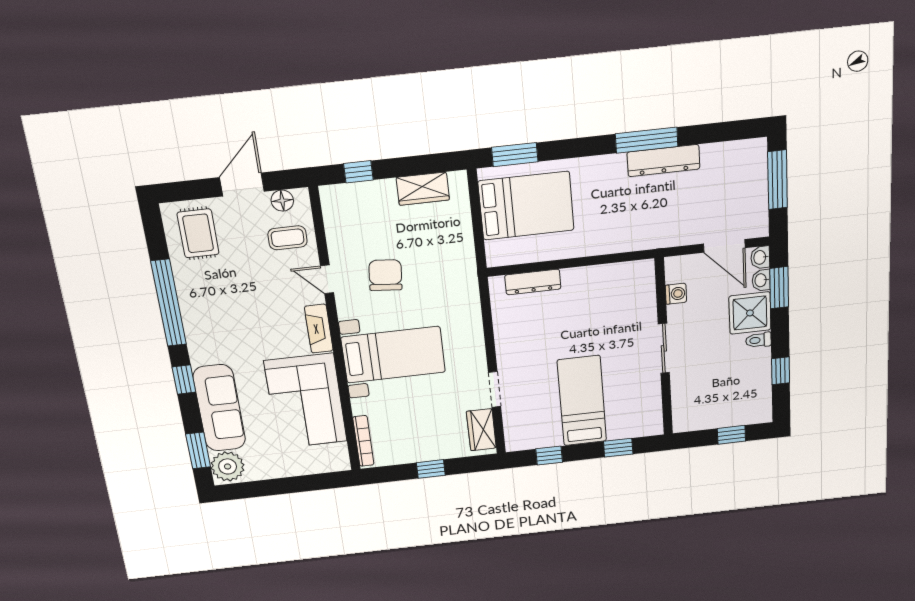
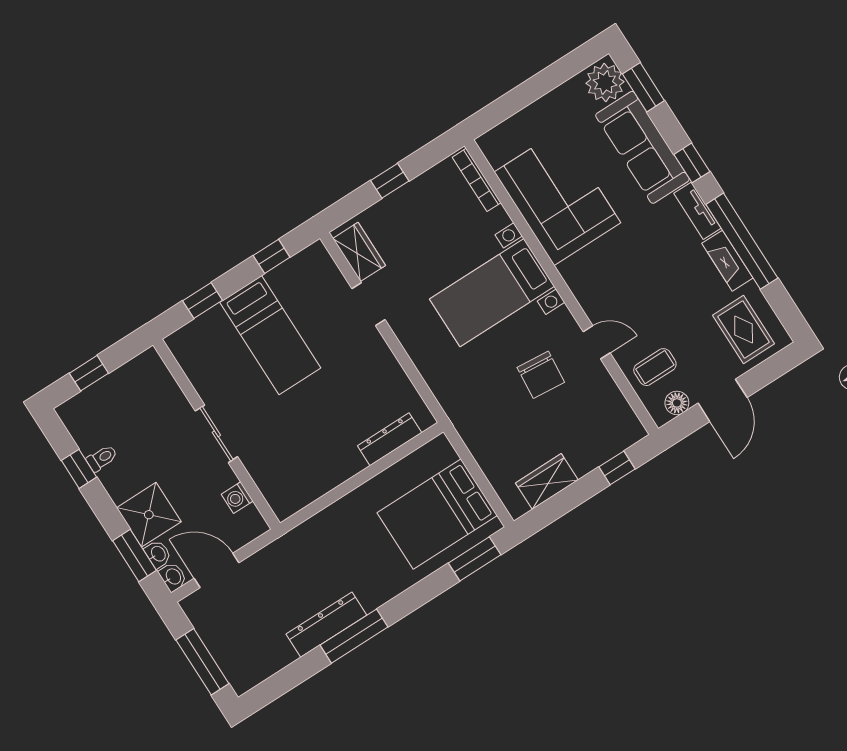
fireplace: (319, 329) -> (727, 261), moved, turned 180
toilet: (758, 340) -> (102, 458), moved
tv unit: (196, 342) -> (697, 211), added

